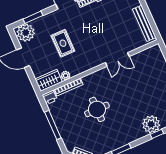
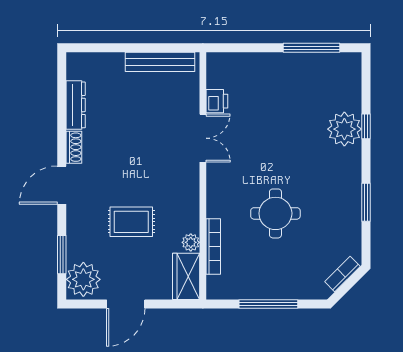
printer: (50, 97) -> (217, 101), moved

